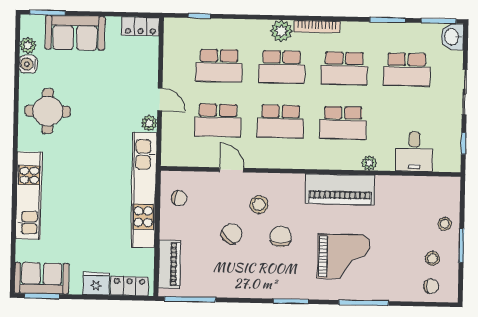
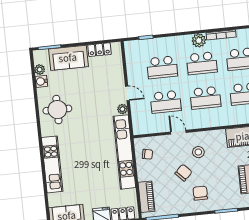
locker: (140, 26) -> (99, 50), moved
chair: (281, 236) -> (200, 193), moved

